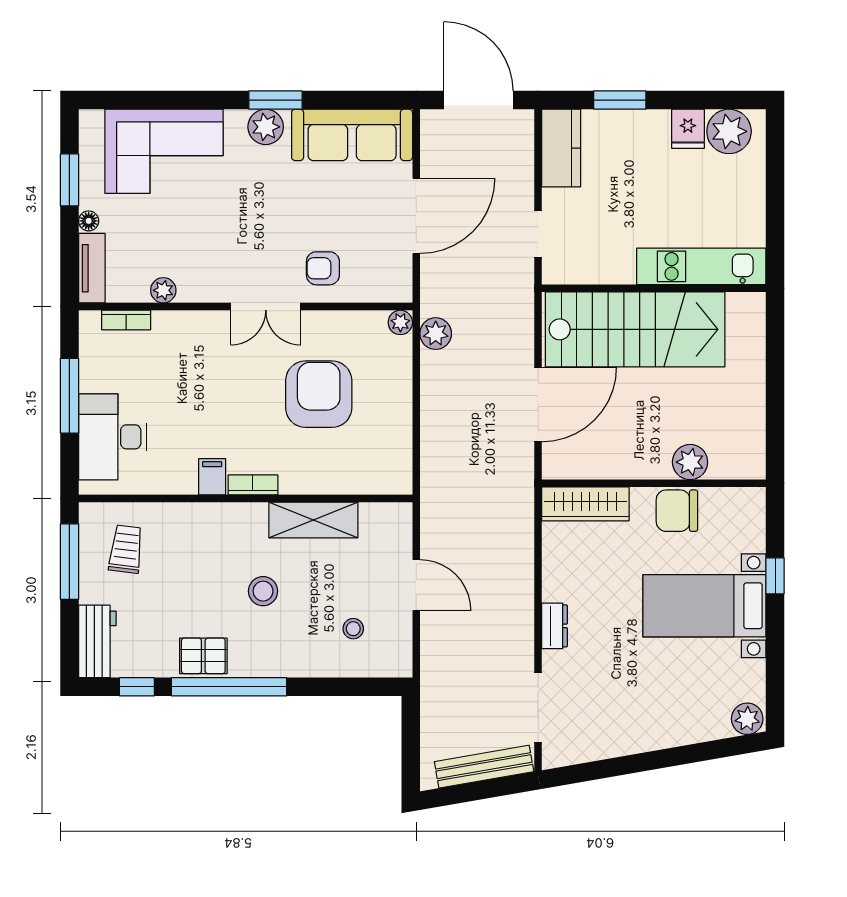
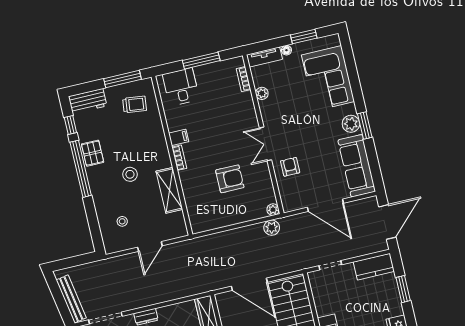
armchair: (319, 394) -> (230, 179), width x0.73, depth x0.73
desk: (112, 437) -> (181, 87), width x0.73

